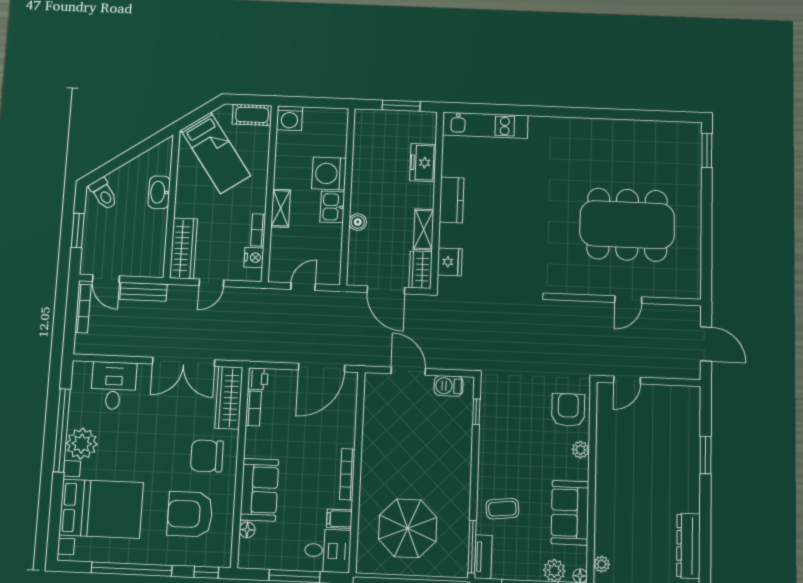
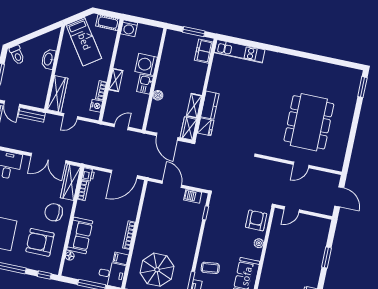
freezer: (423, 163) -> (204, 51), moved
kitchen counter: (452, 200) -> (210, 105), moved
dining table: (627, 225) -> (309, 122), turned 90

